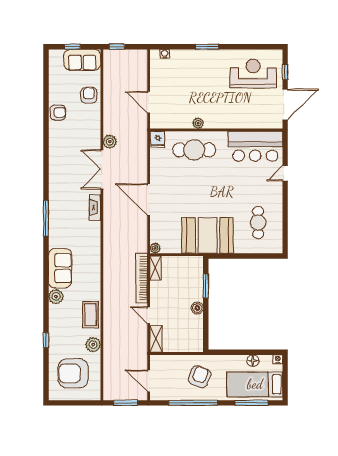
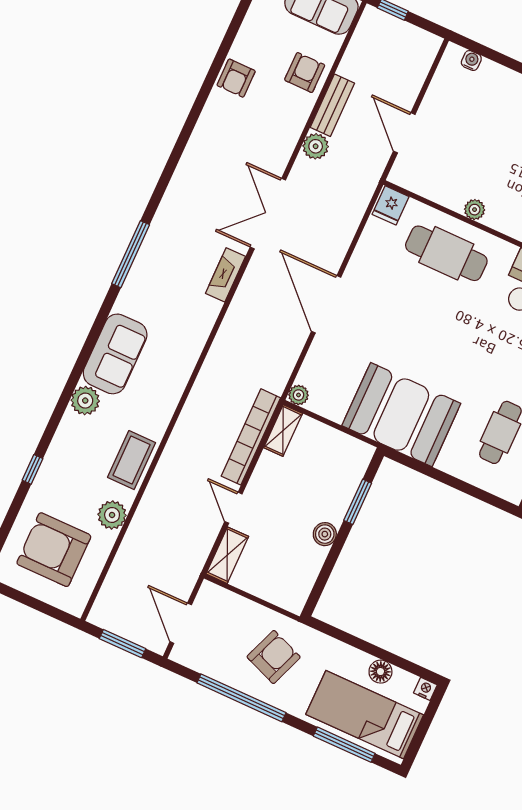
bench: (109, 105) -> (332, 105), added
armchair: (58, 113) -> (236, 78), turned 90
plant: (110, 142) -> (316, 146), moved

